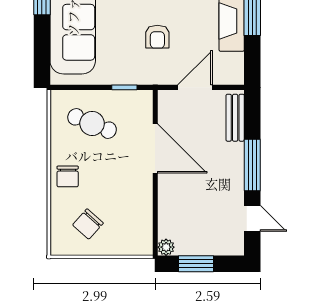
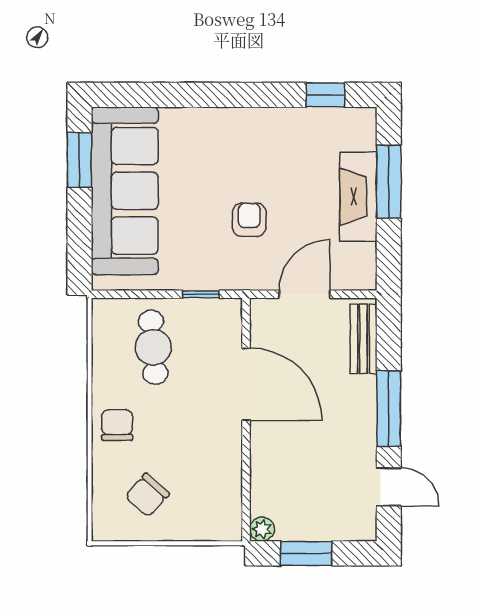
armchair: (157, 37) -> (249, 220), turned 180
cafe table: (92, 123) -> (153, 347), turned 63
chair: (68, 176) -> (117, 425), turned 180

